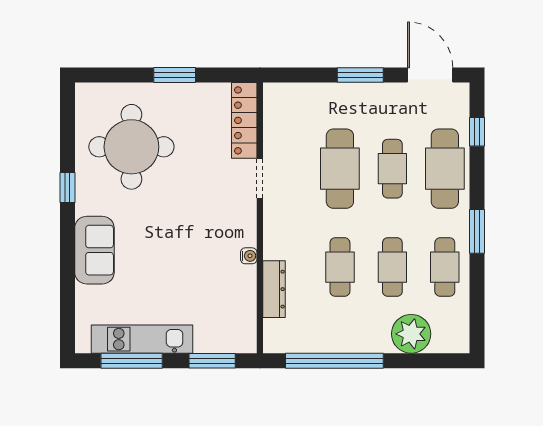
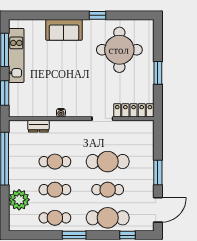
dresser: (274, 289) -> (38, 126), width x0.70

